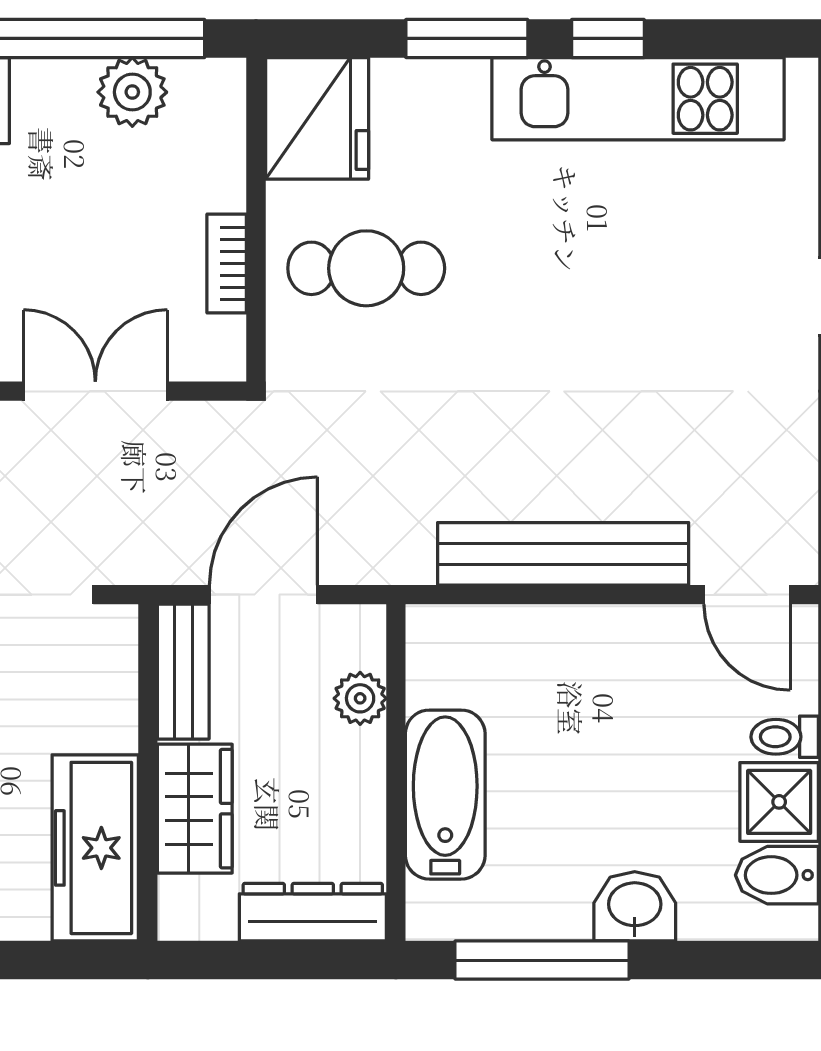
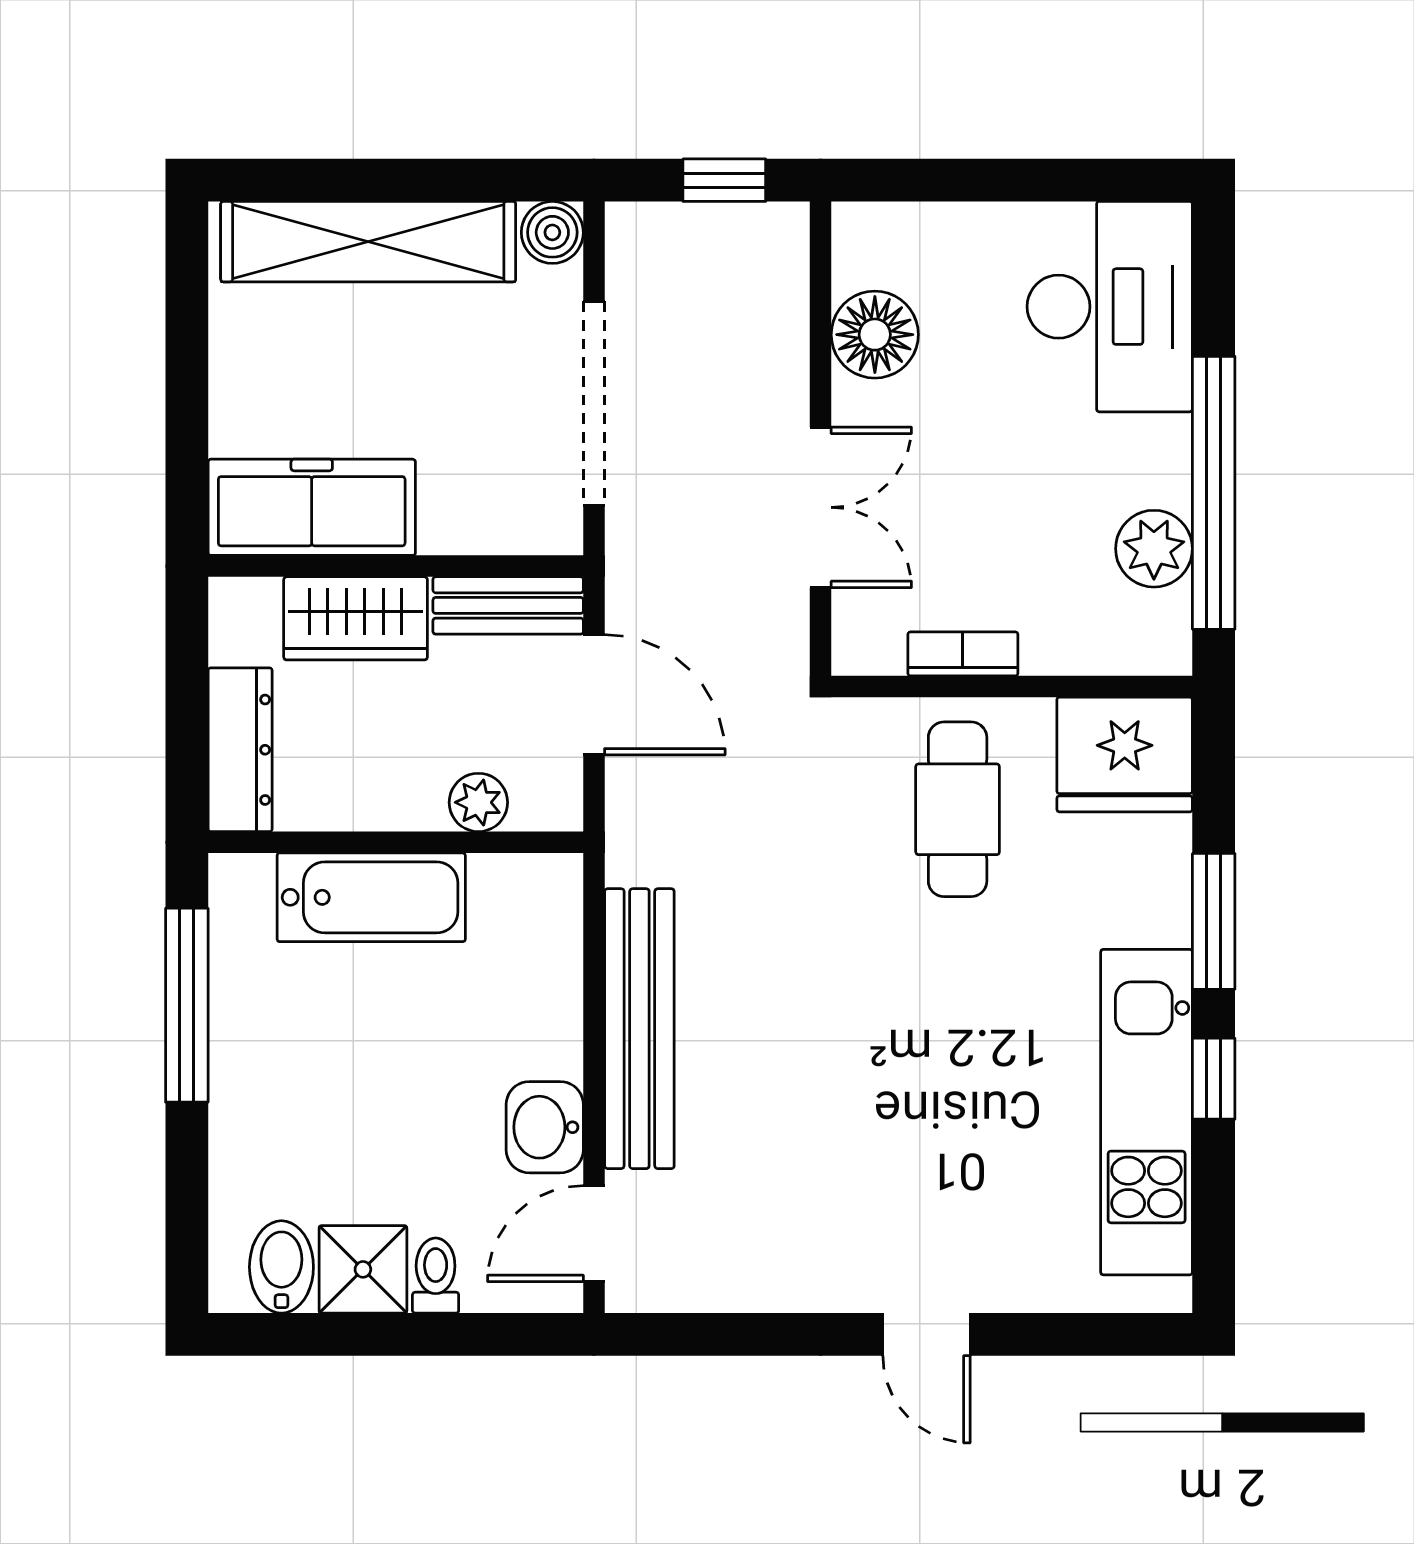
washbasin: (635, 906) -> (545, 1127), moved, turned 180

